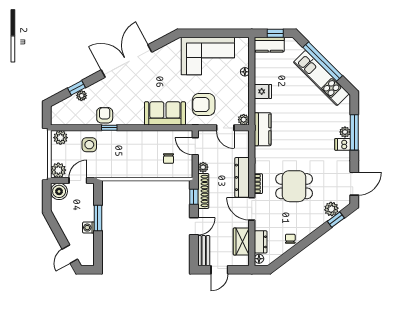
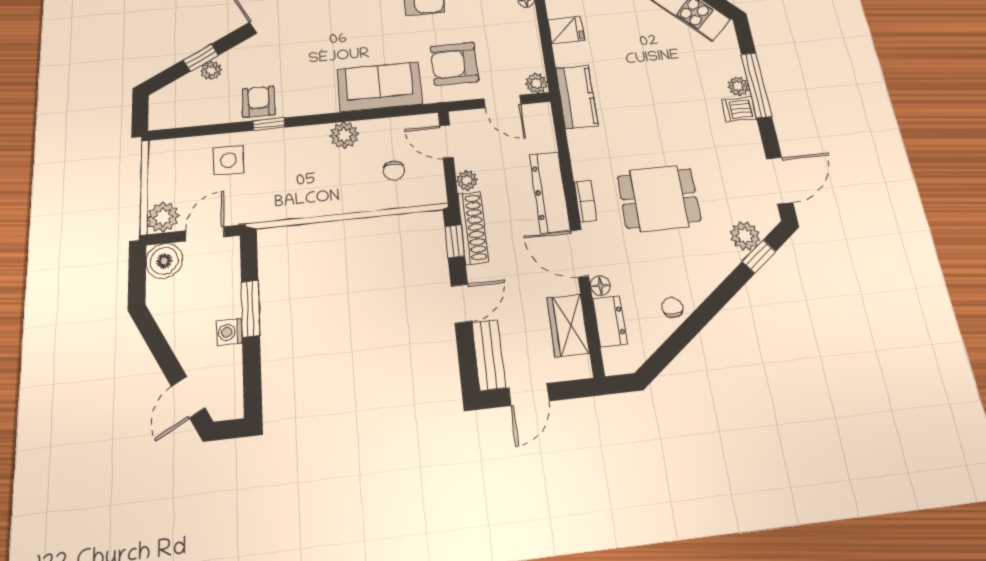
plant: (60, 138) -> (344, 135), moved
floor lamp: (259, 259) -> (600, 286), moved

